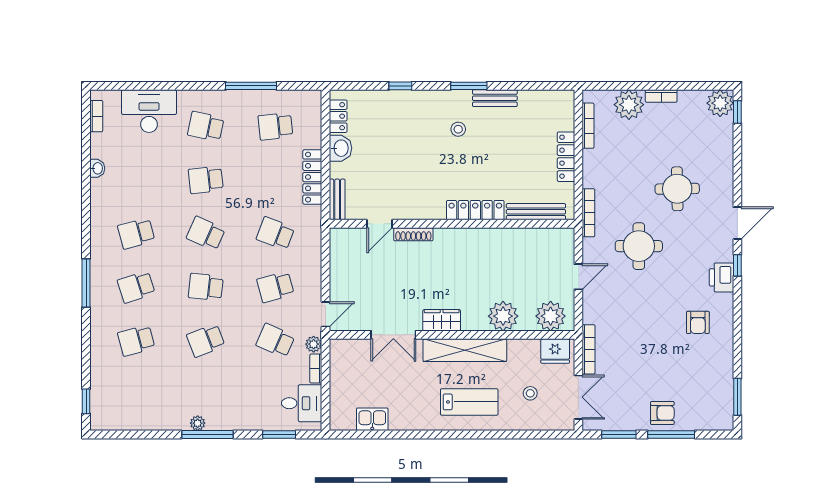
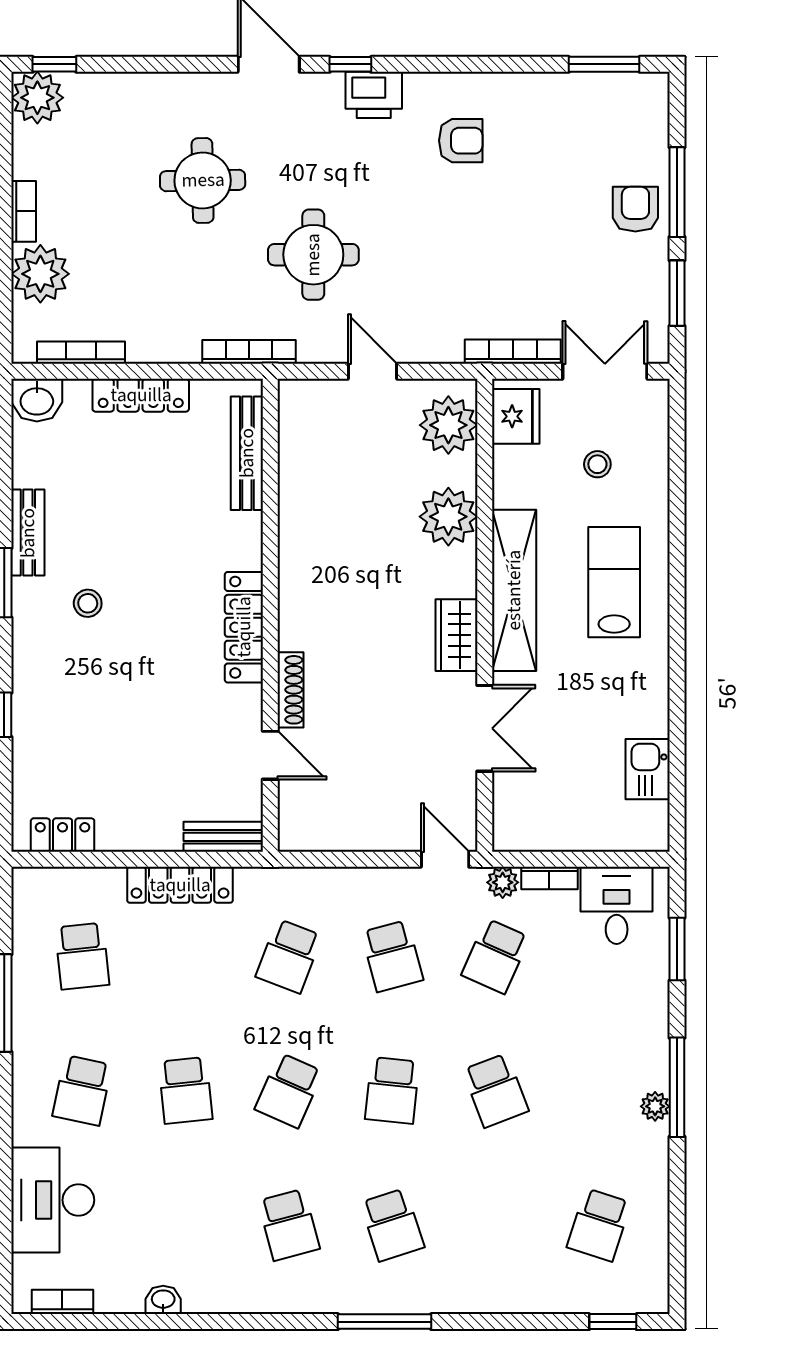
washbasin: (340, 148) -> (37, 400), moved, turned 180
locker: (475, 210) -> (244, 627), moved
school desk: (136, 341) -> (599, 1225), moved, turned 33

